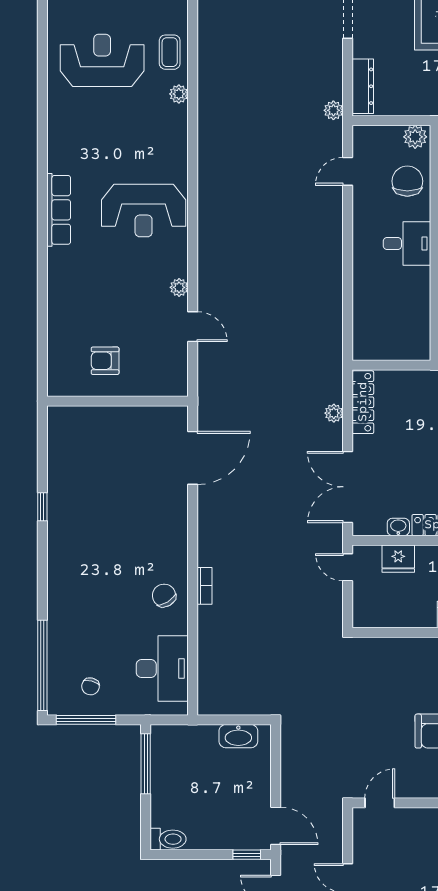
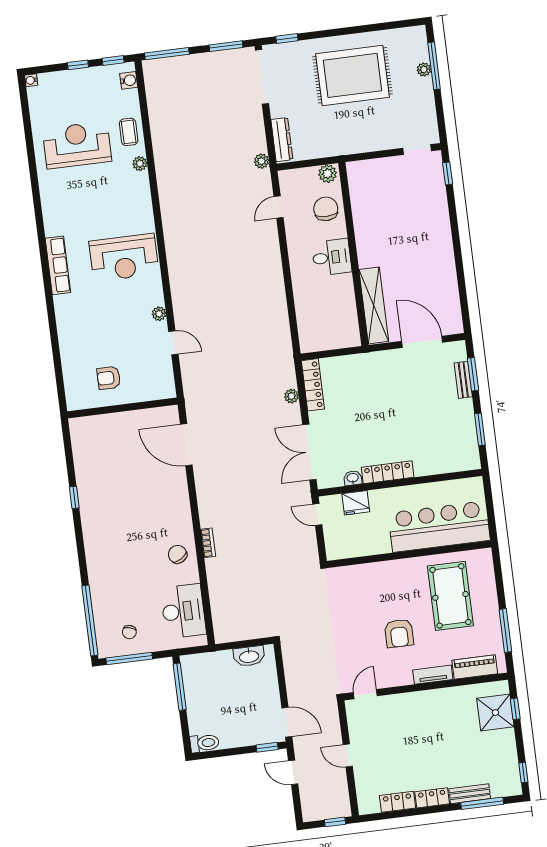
door: (193, 458) -> (186, 445), swing flipped

